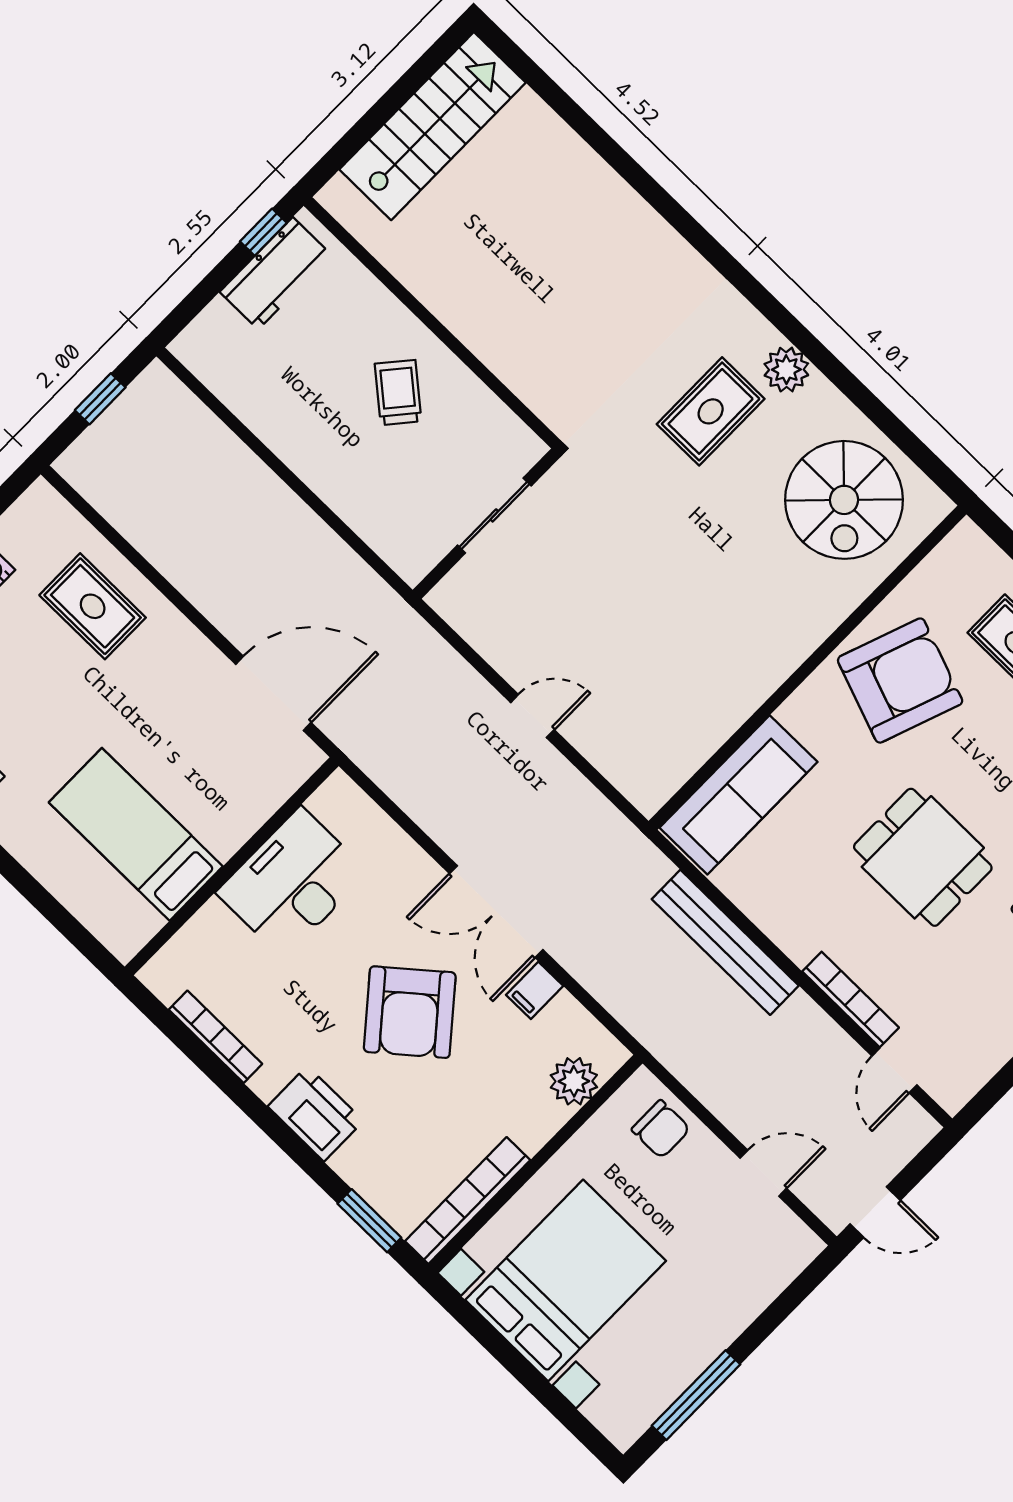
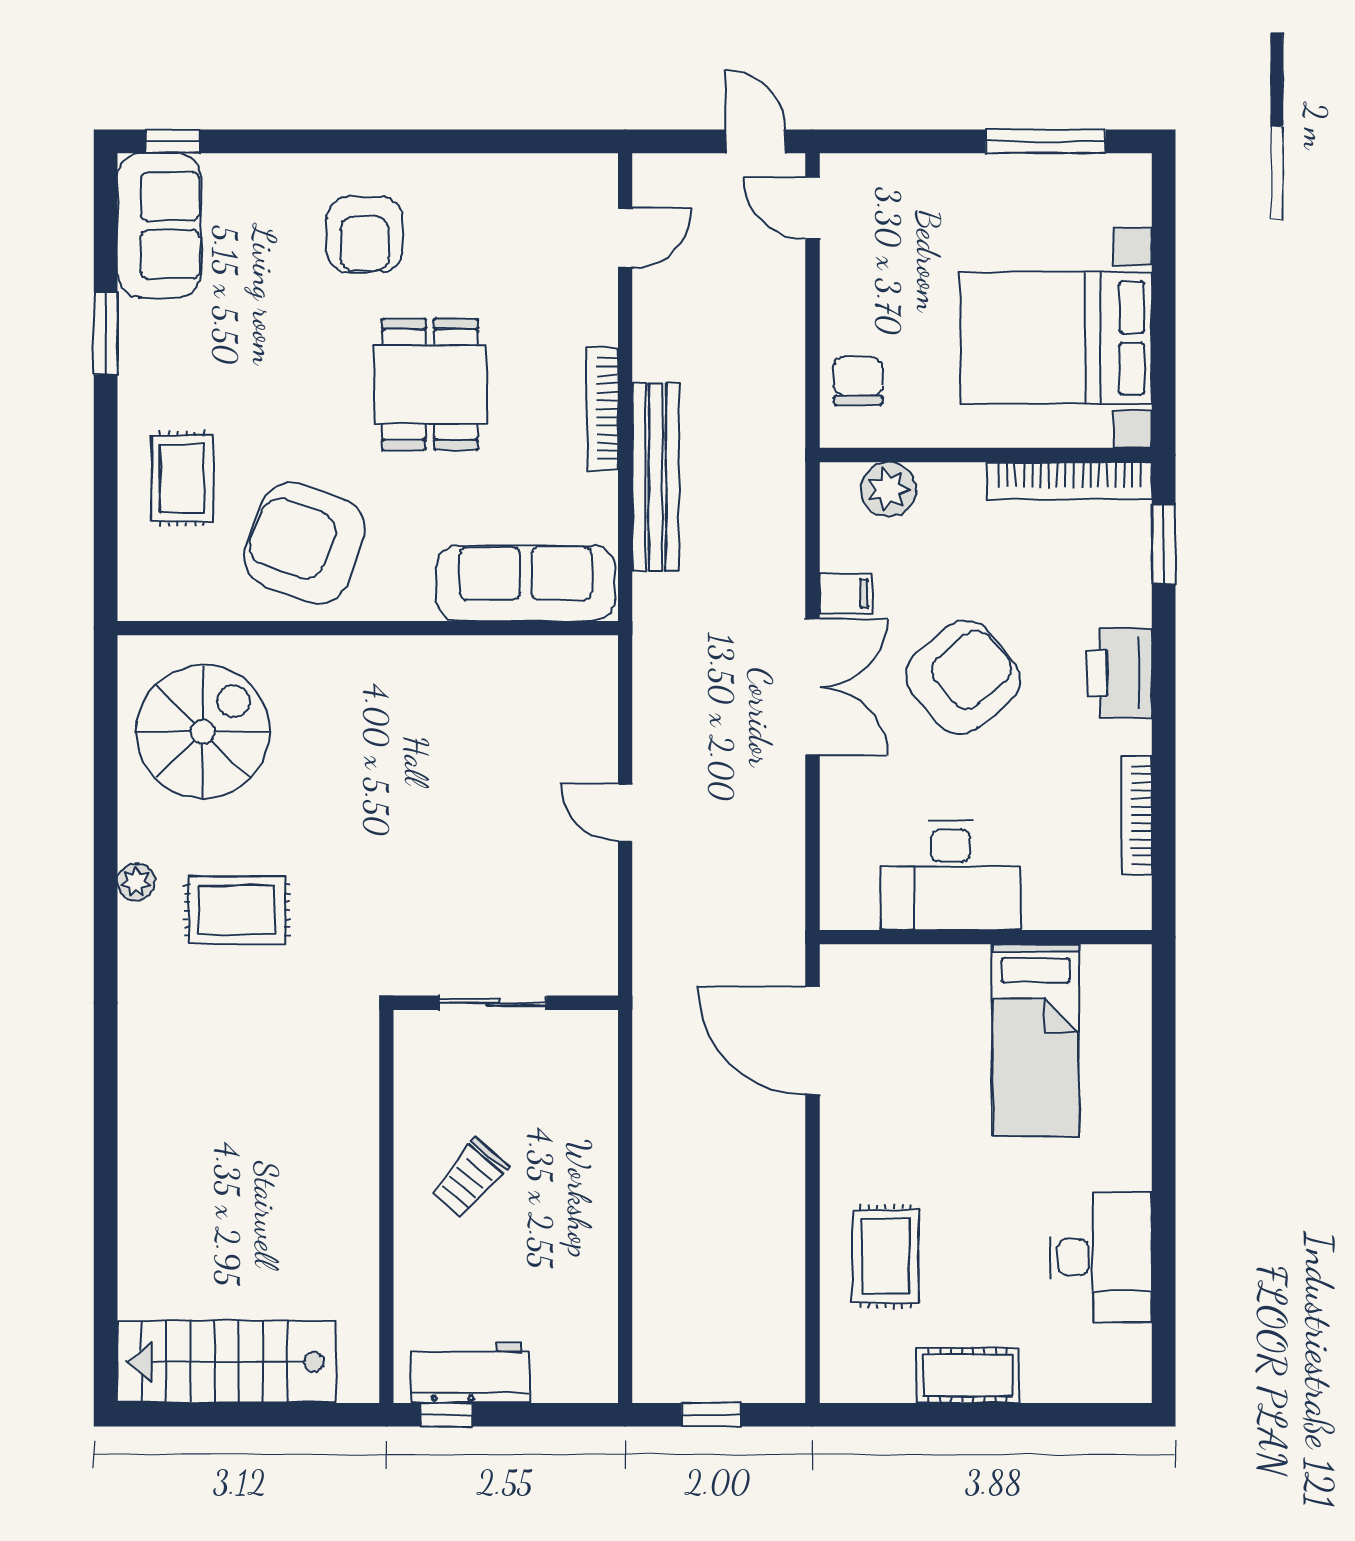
plant: (786, 370) -> (136, 882), width x0.73, depth x0.73
bookcase: (851, 999) -> (602, 409), moved
door: (763, 1173) -> (812, 208), moved

